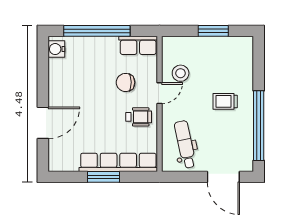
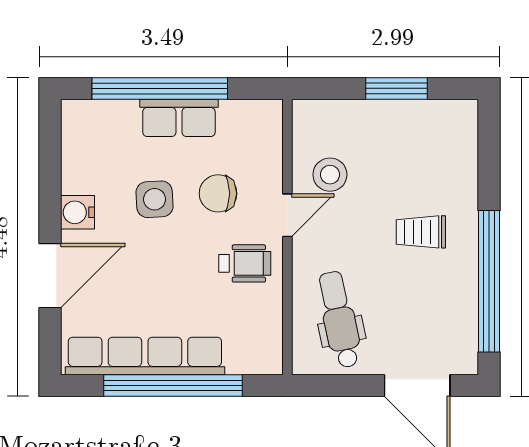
row of seats: (138, 45) -> (179, 118), moved
water cooler: (56, 49) -> (77, 212), moved
side table: (94, 85) -> (155, 199), added
row of seats: (118, 162) -> (145, 356), moved
window: (103, 177) -> (173, 385), width x2.11

